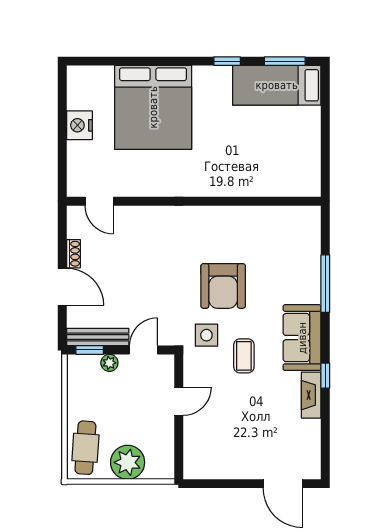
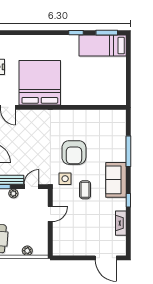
bed: (153, 107) -> (40, 83), moved, turned 180
fireplace: (311, 395) -> (121, 223), moved
plant: (128, 462) -> (27, 251), width x0.53, depth x0.53

